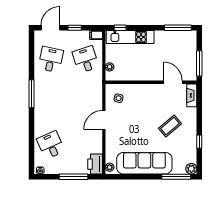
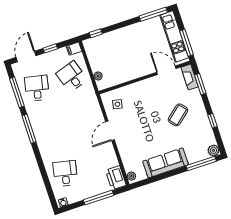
kitchen unit: (130, 37) -> (174, 36), moved, turned 90
window: (31, 57) -> (17, 92), added
window: (199, 105) -> (200, 84), added
desk: (51, 145) -> (65, 173), turned 36
sofa: (144, 163) -> (166, 163), width x0.74, depth x0.79

